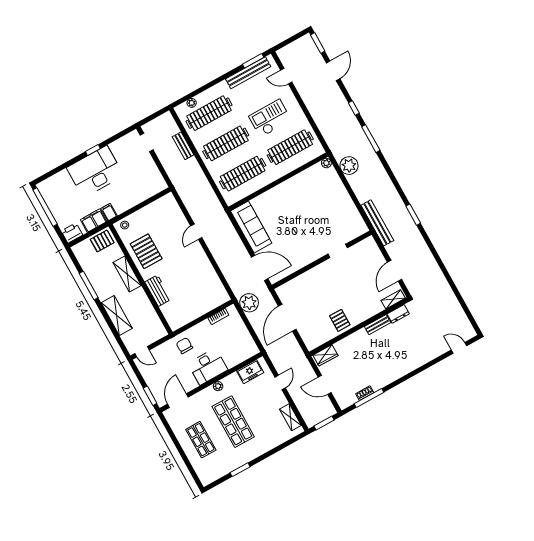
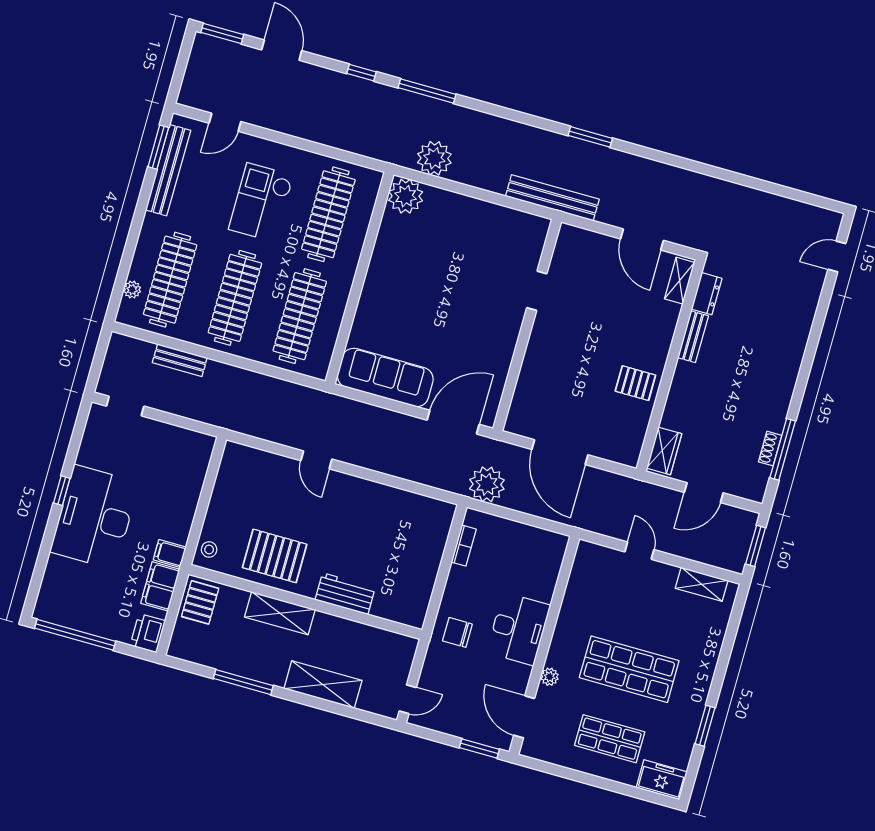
plant: (326, 163) -> (406, 196), width x1.88, depth x1.88
freezer: (250, 372) -> (662, 780), moved, turned -90
plant: (218, 386) -> (550, 677), moved

